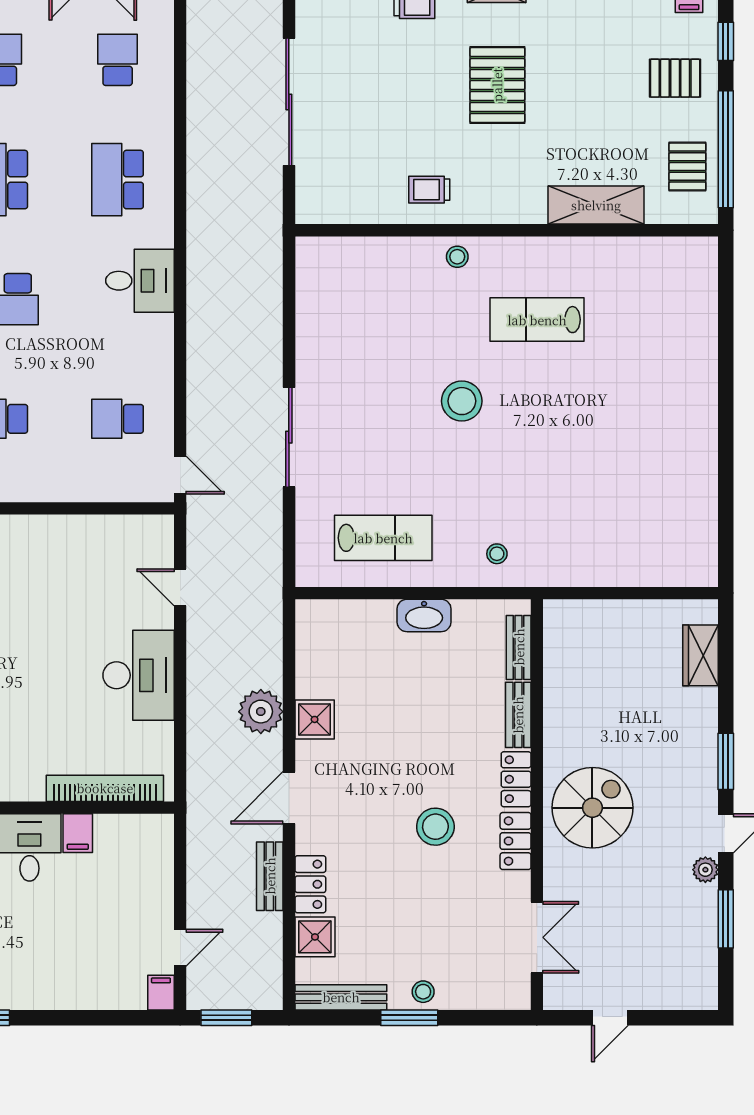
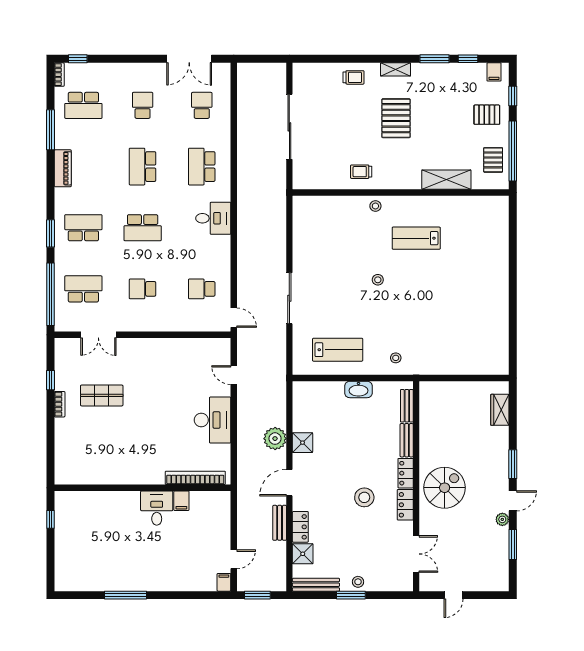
stool: (462, 401) -> (378, 280), width x0.53, depth x0.53

